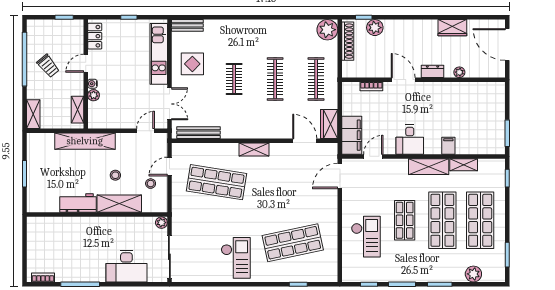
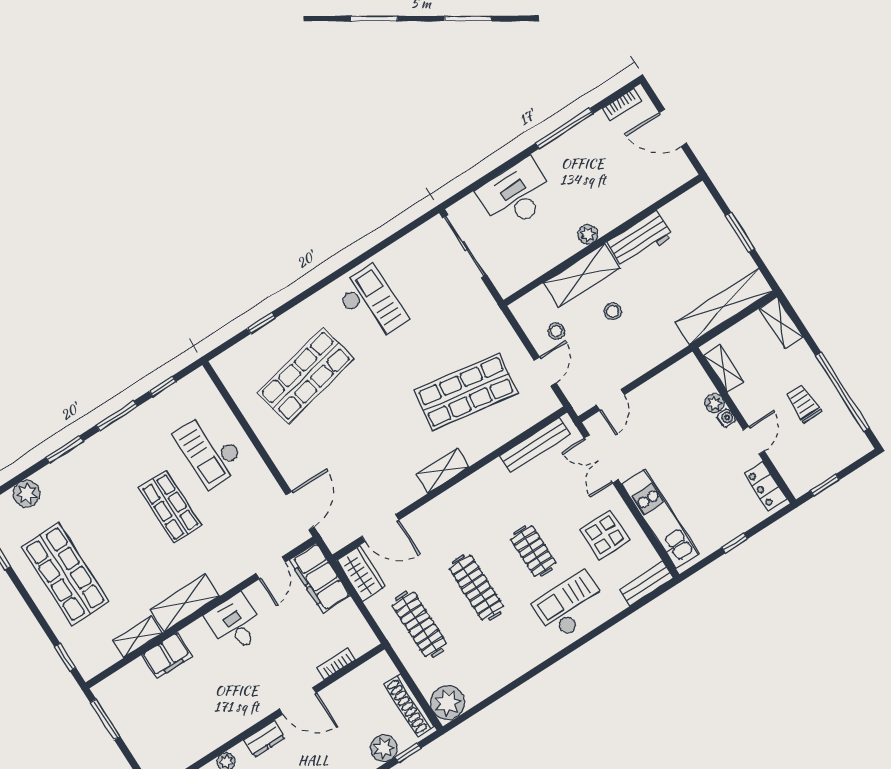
checkout: (233, 39) -> (570, 605), added
trolley: (48, 66) -> (804, 403), turned 39
shelving: (85, 141) -> (724, 306), moved
filing cabinet: (448, 146) -> (167, 655), width x2.00
shop shelf: (442, 220) -> (118, 541), removed
plant: (161, 223) -> (588, 234), moved
door: (25, 249) -> (673, 128), added
checkout: (236, 258) -> (371, 304), turned 180

